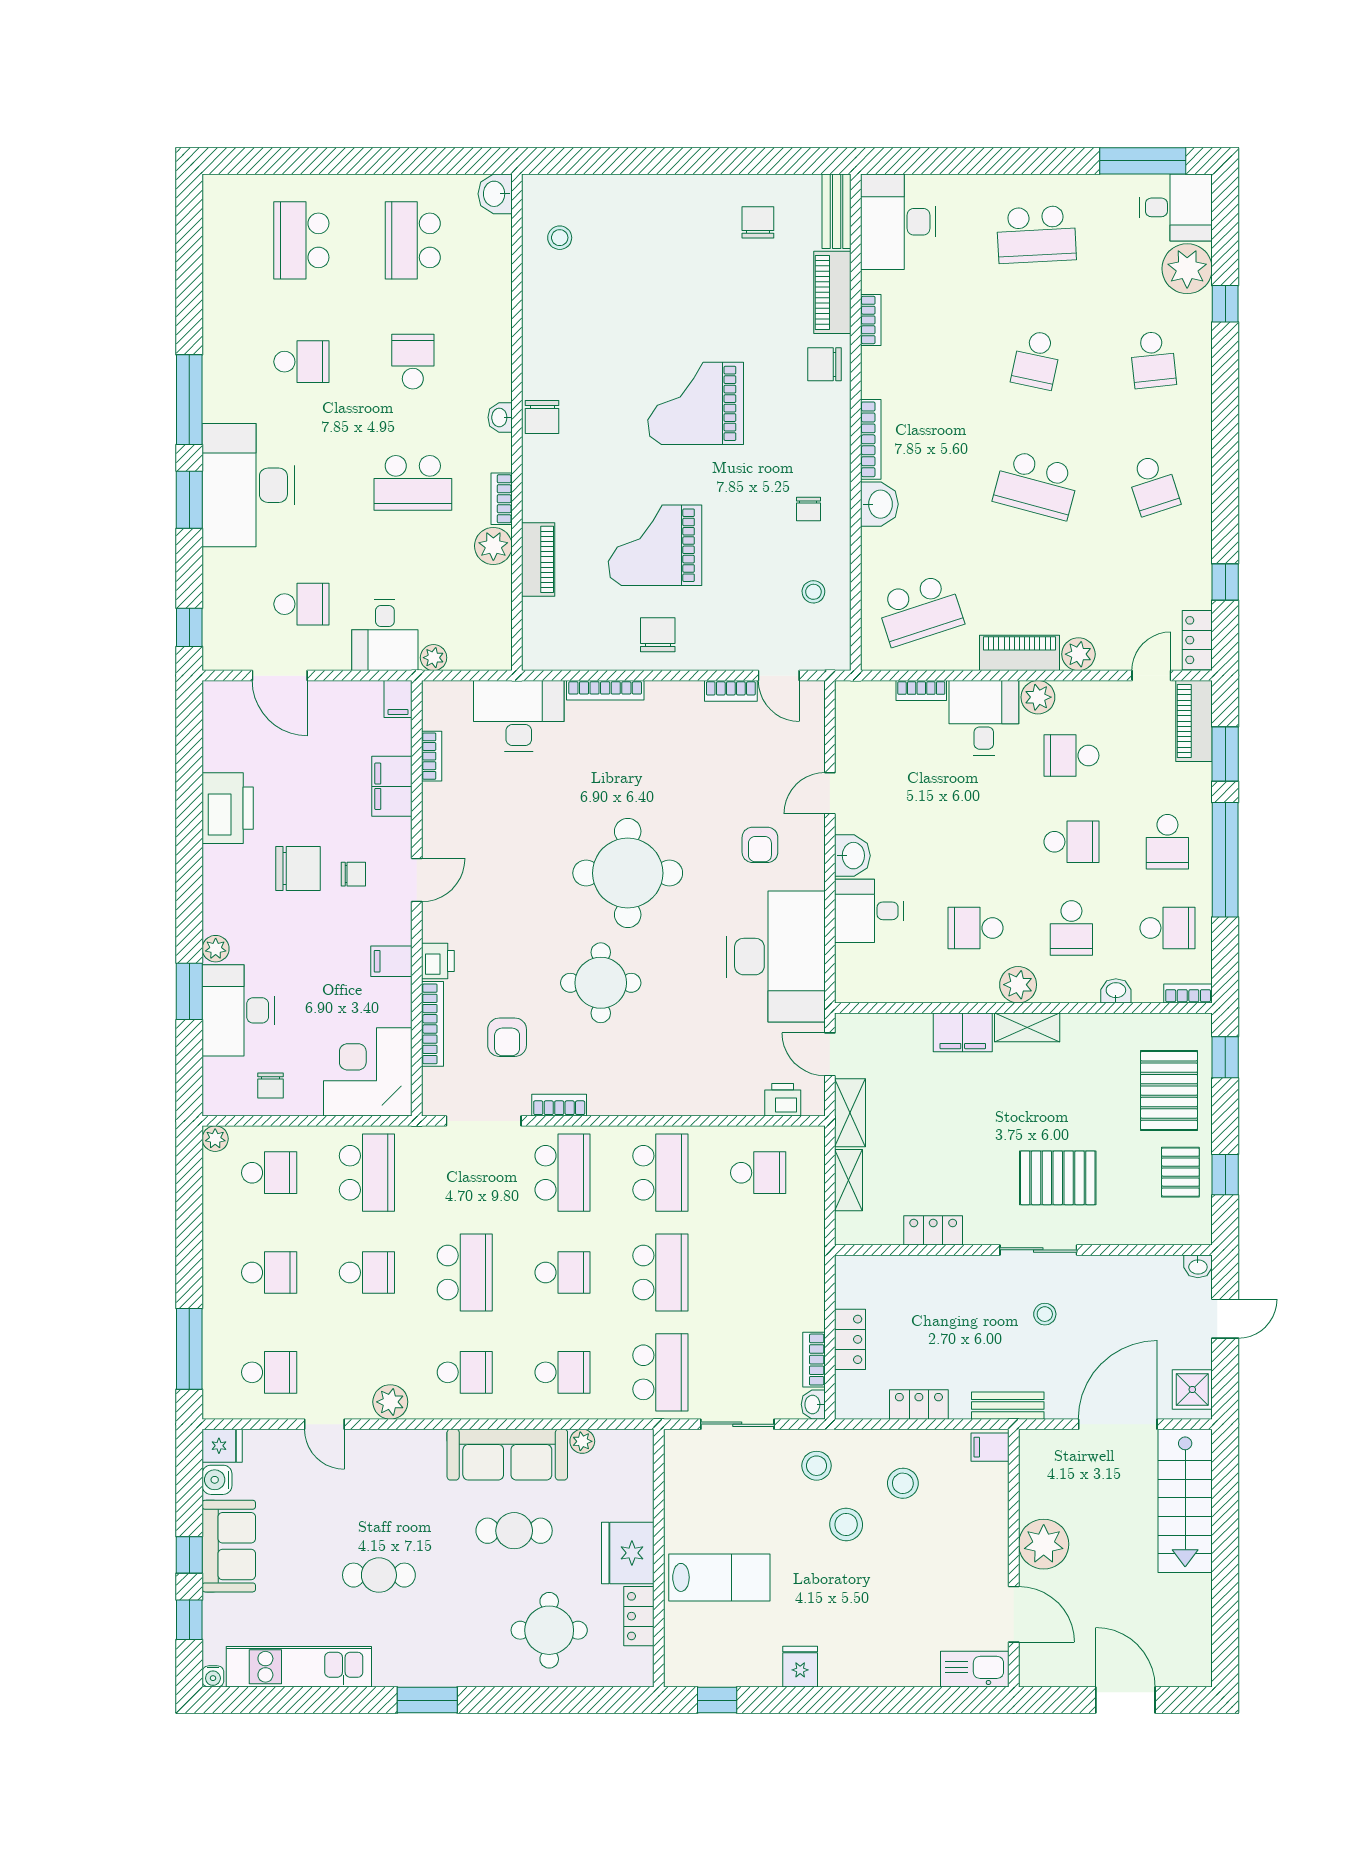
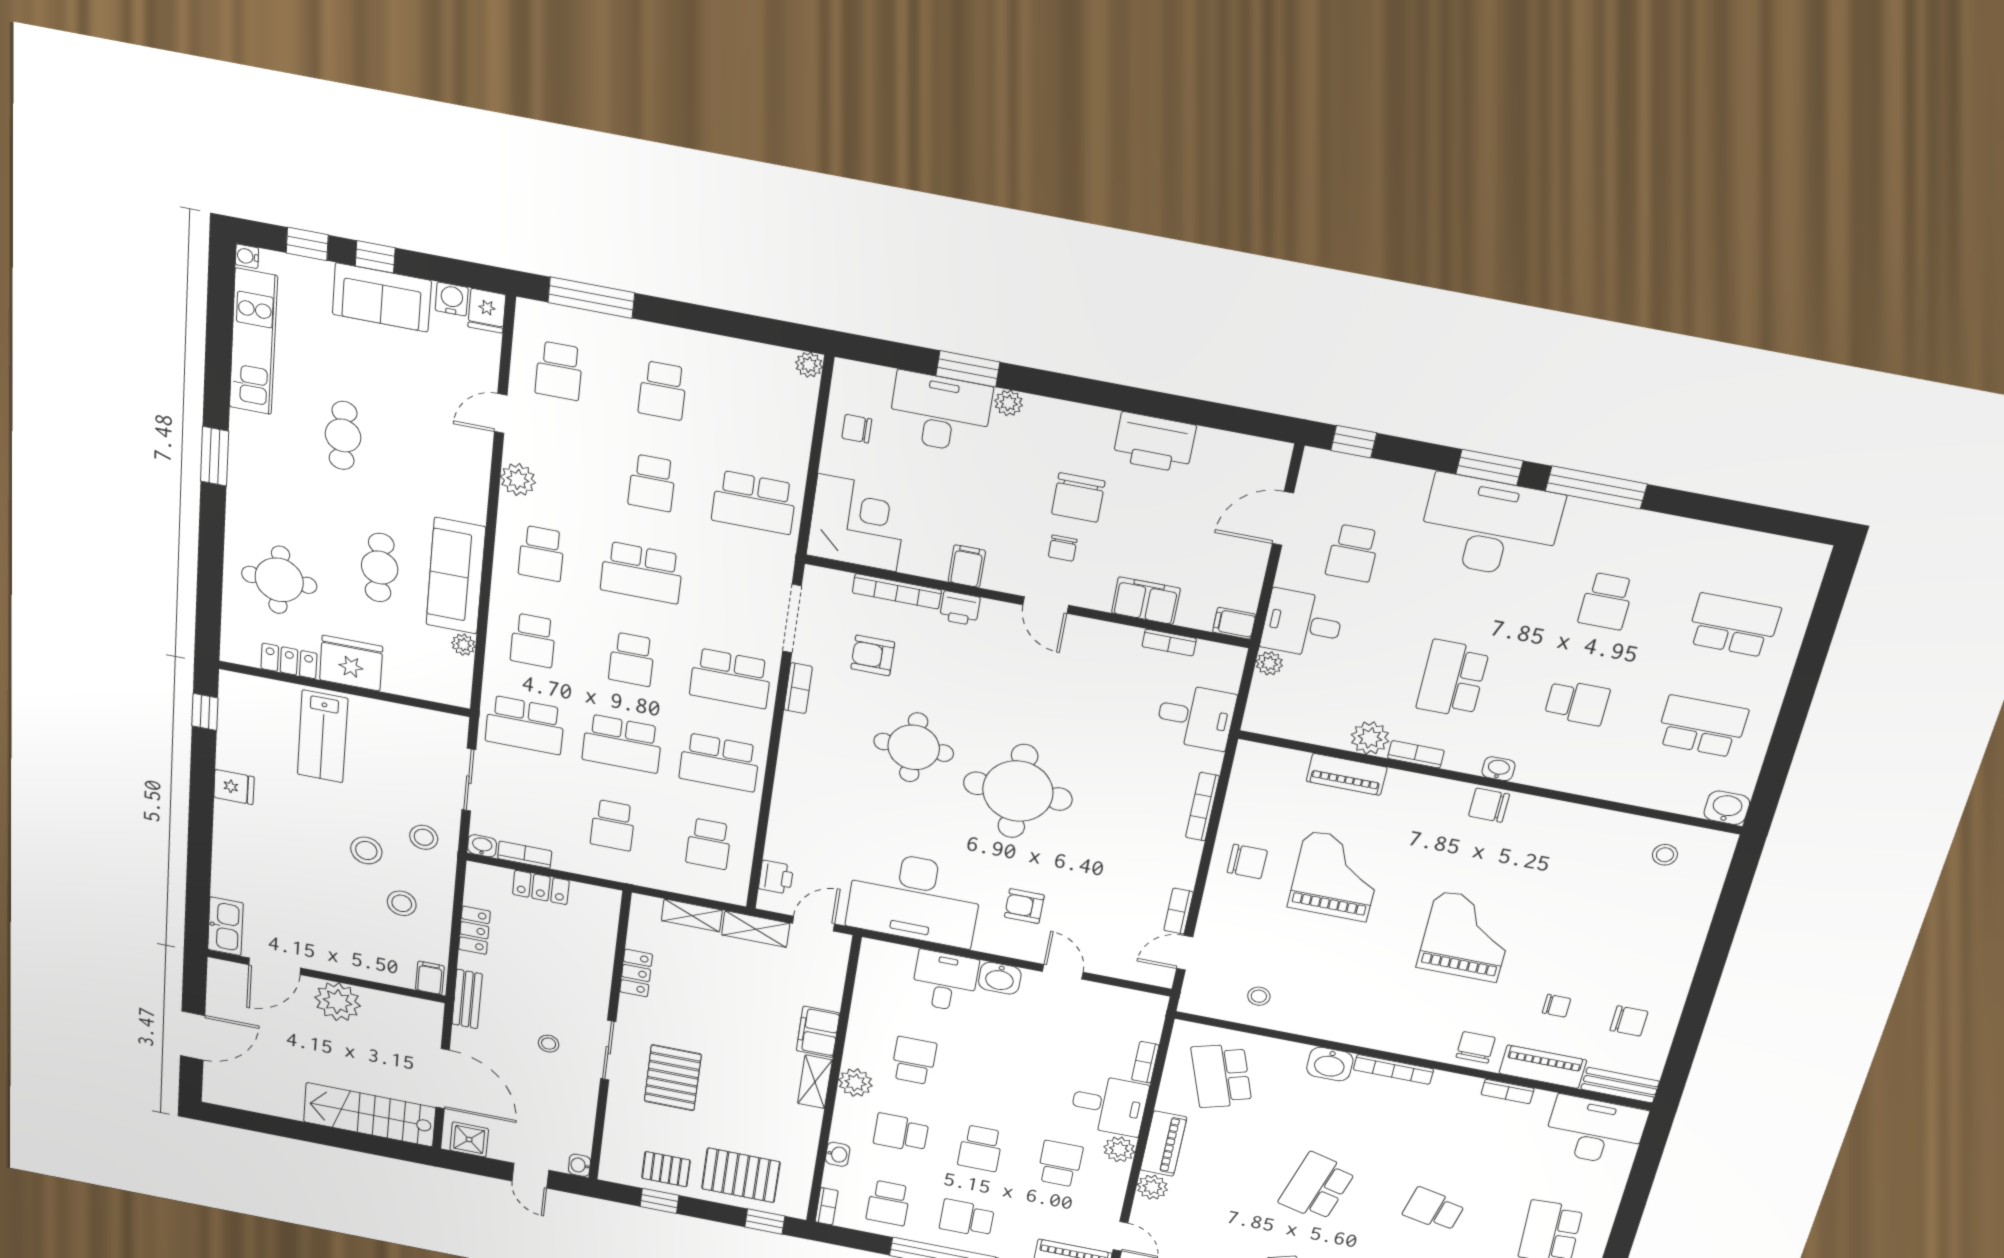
chair: (808, 509) -> (1557, 1006), moved, turned 180
desk: (519, 716) -> (1196, 717), width x0.73
school desk: (269, 1173) -> (613, 825), moved

